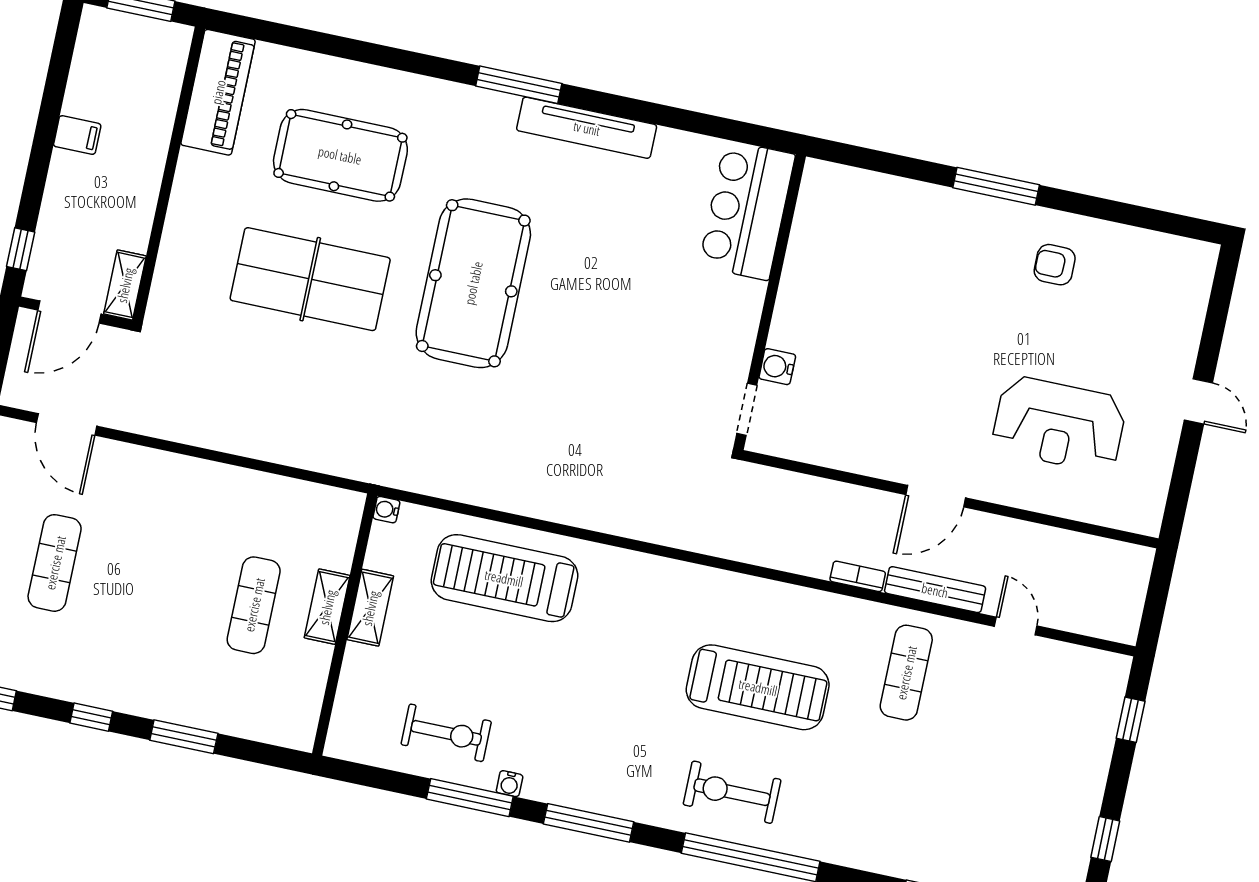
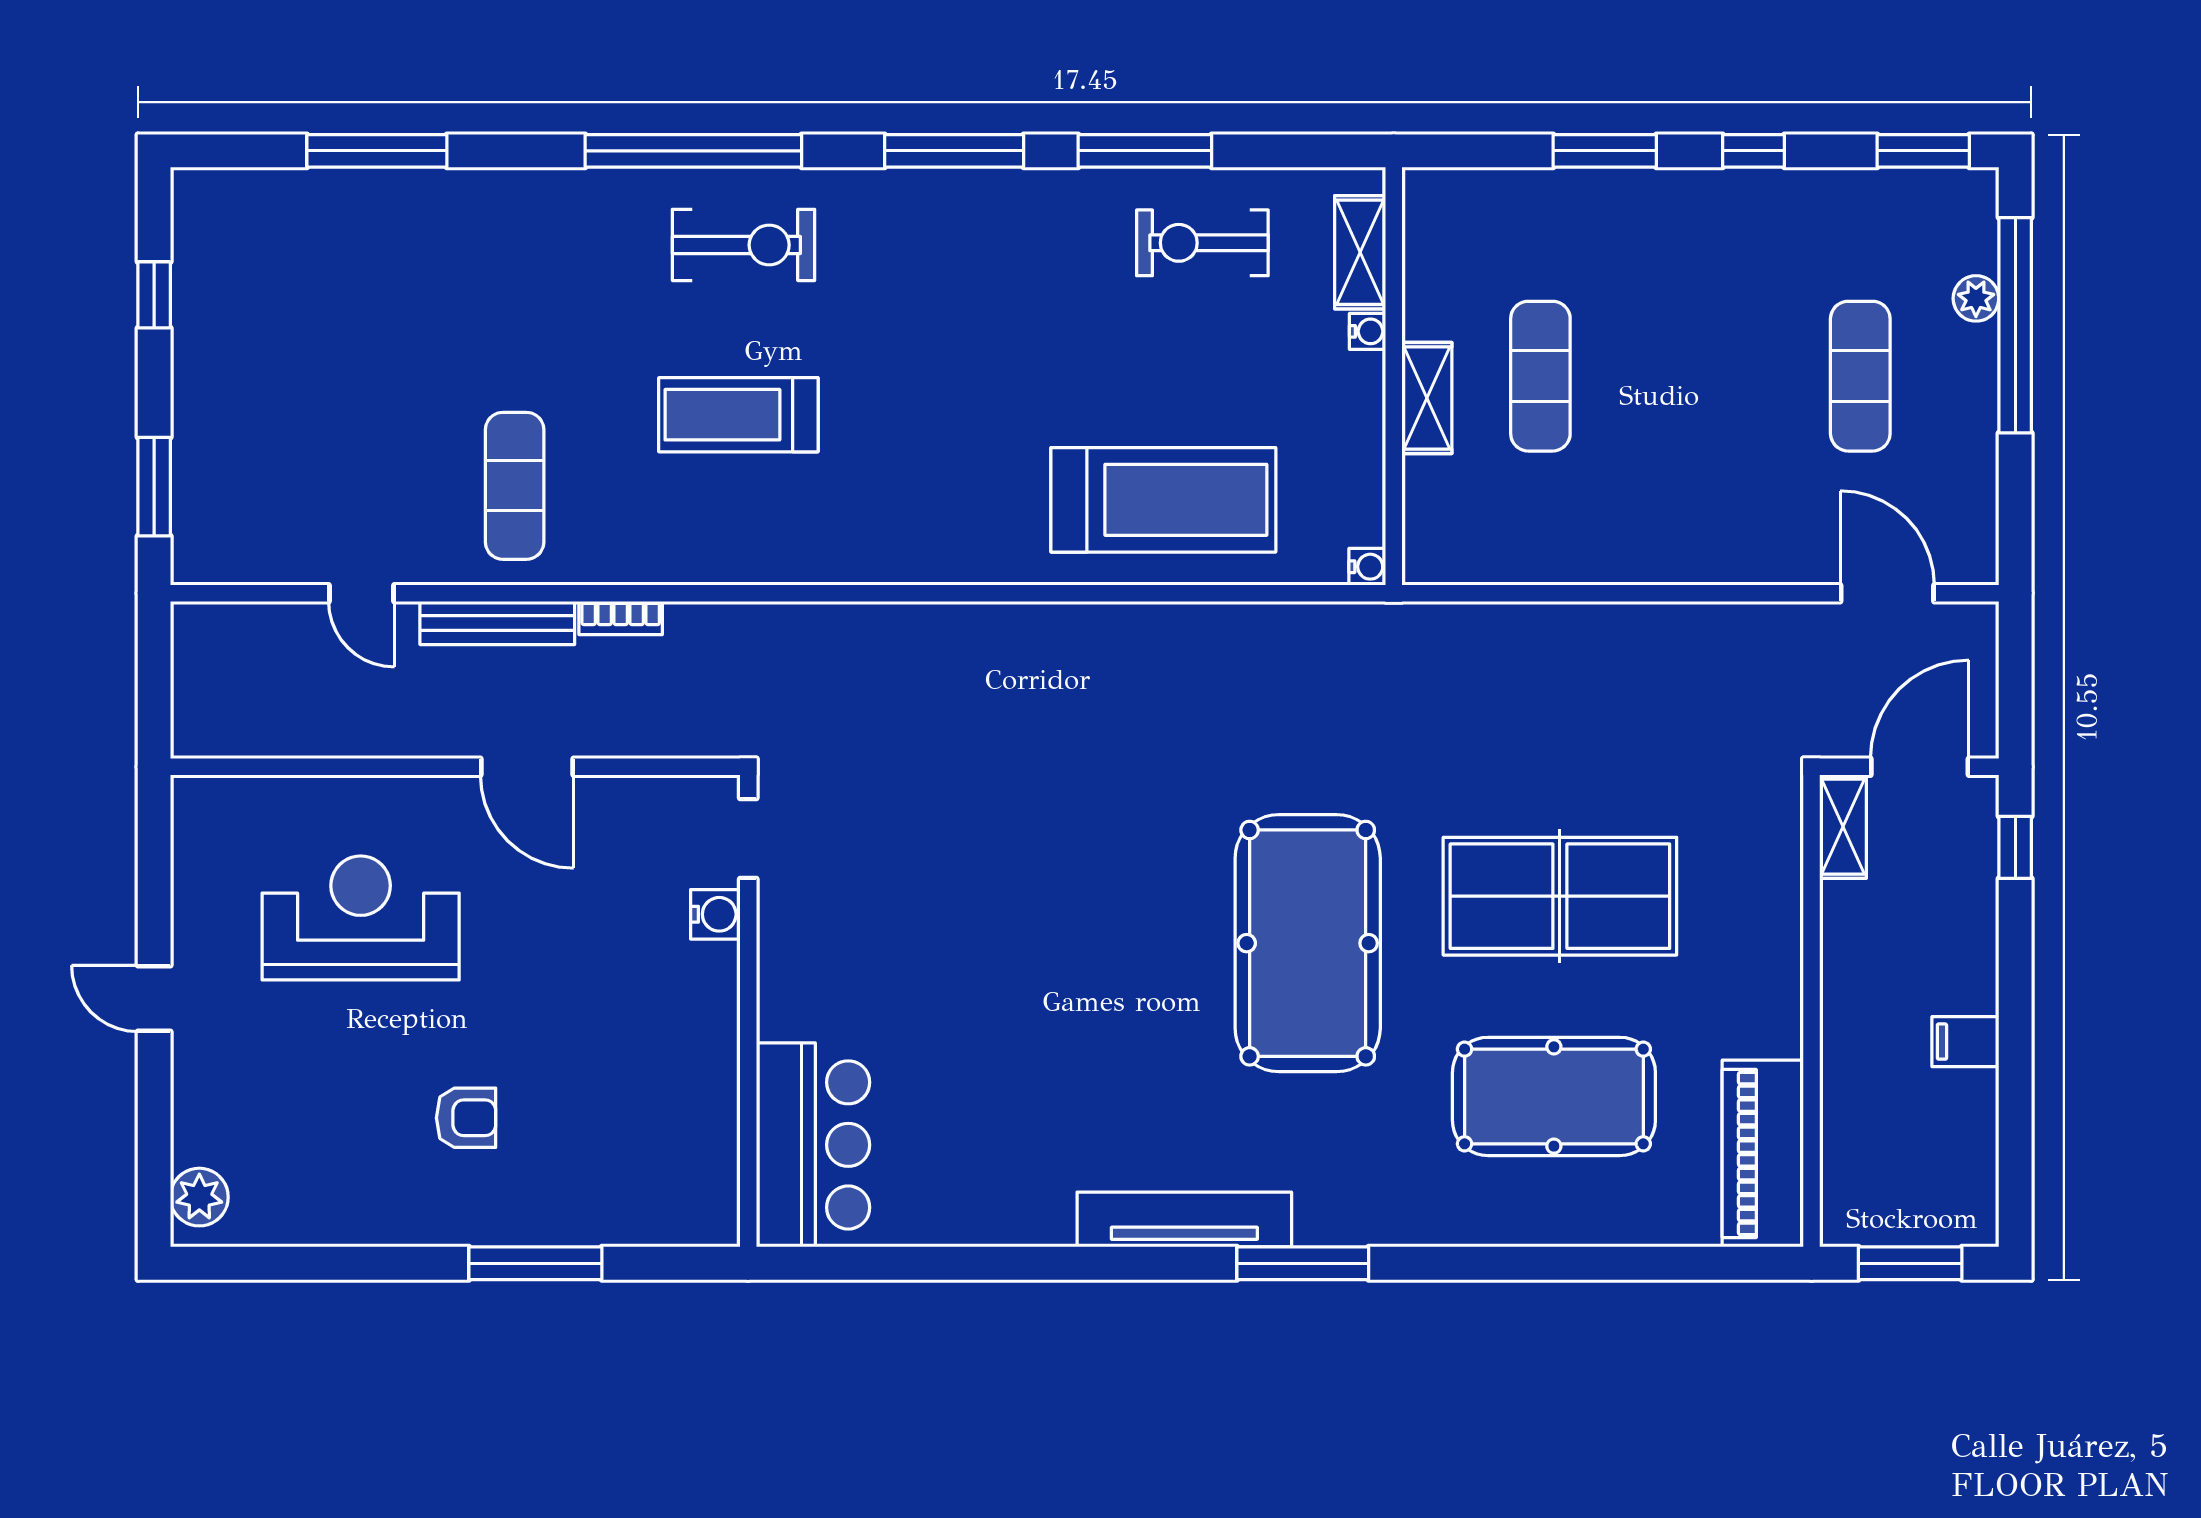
bar counter: (747, 210) -> (813, 1145), moved
armchair: (1055, 265) -> (466, 1118), moved
plant: (1196, 272) -> (199, 1197), added
wall: (770, 302) -> (748, 1011), moved
water cooler: (777, 367) -> (715, 914), moved
doorway: (747, 409) -> (748, 839), moved
door: (936, 496) -> (527, 767), swing flipped
shelving: (370, 608) -> (1360, 252), moved
treadmill: (758, 687) -> (738, 415), width x0.73, depth x0.73
window: (1131, 720) -> (154, 487), width x1.50
water cooler: (510, 784) -> (1368, 331), moved, turned 90

